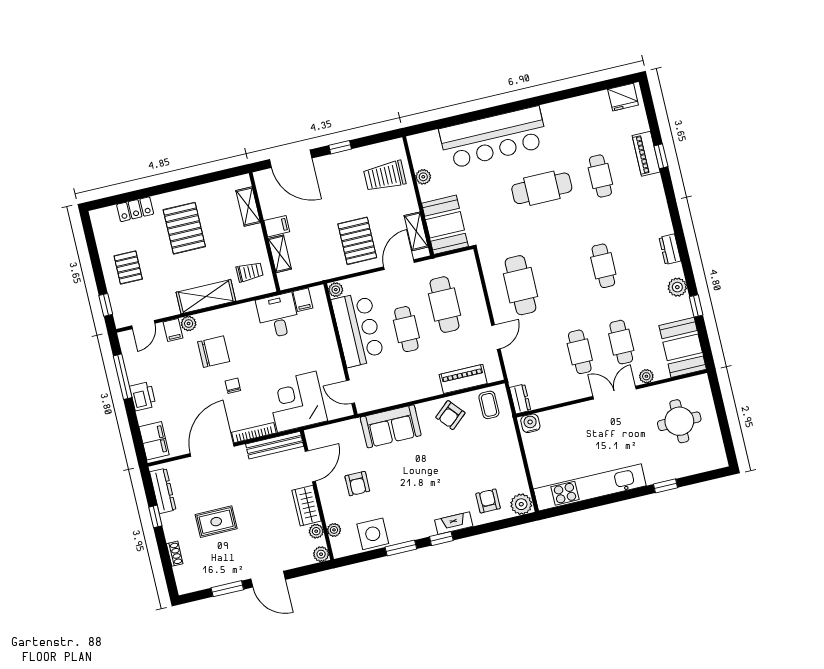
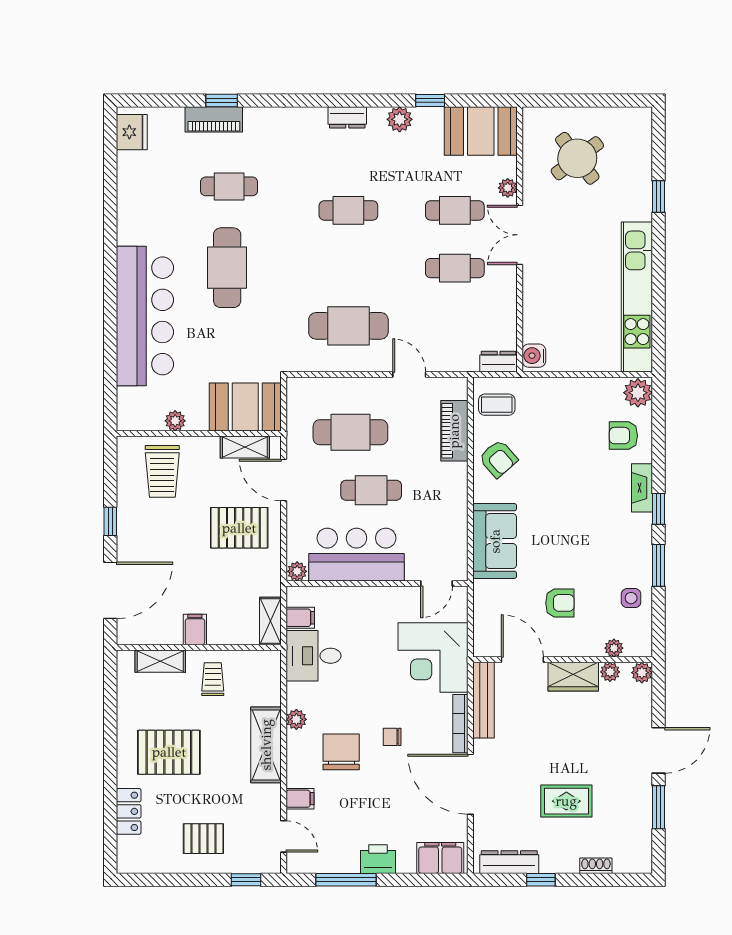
shelving: (280, 254) -> (270, 621), moved, turned 90
trolley: (250, 272) -> (213, 679), moved
plant: (189, 324) -> (296, 719), moved
round table: (679, 421) -> (577, 158), turned -37
rug: (216, 522) -> (566, 801), turned 90
side table: (373, 534) -> (631, 598), width x0.54, depth x0.54

